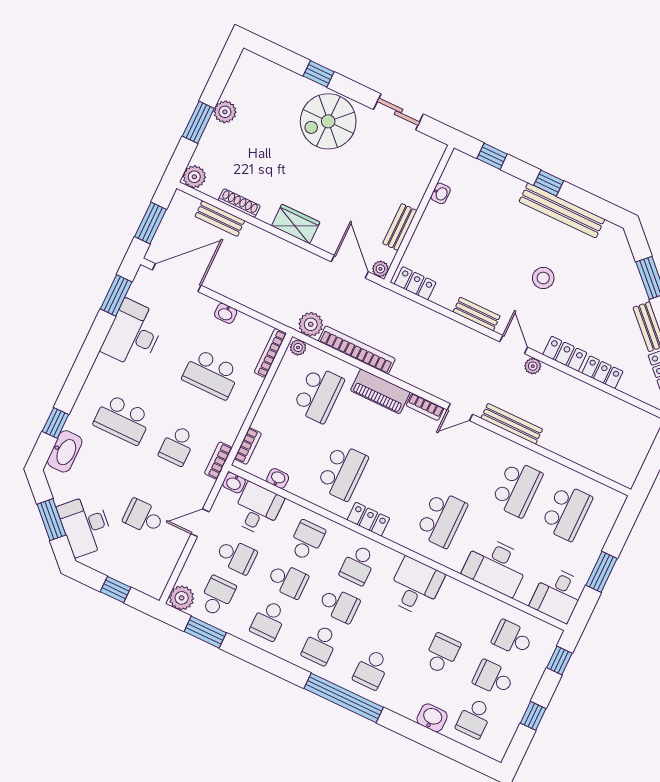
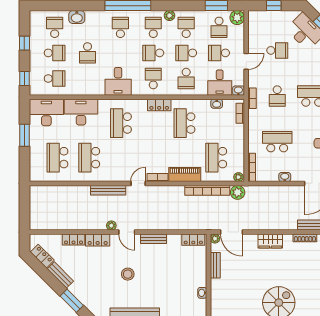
school desk: (177, 445) -> (277, 96), turned 180
desk: (558, 595) -> (46, 112), width x1.37
plant: (286, 651) -> (170, 16), added

